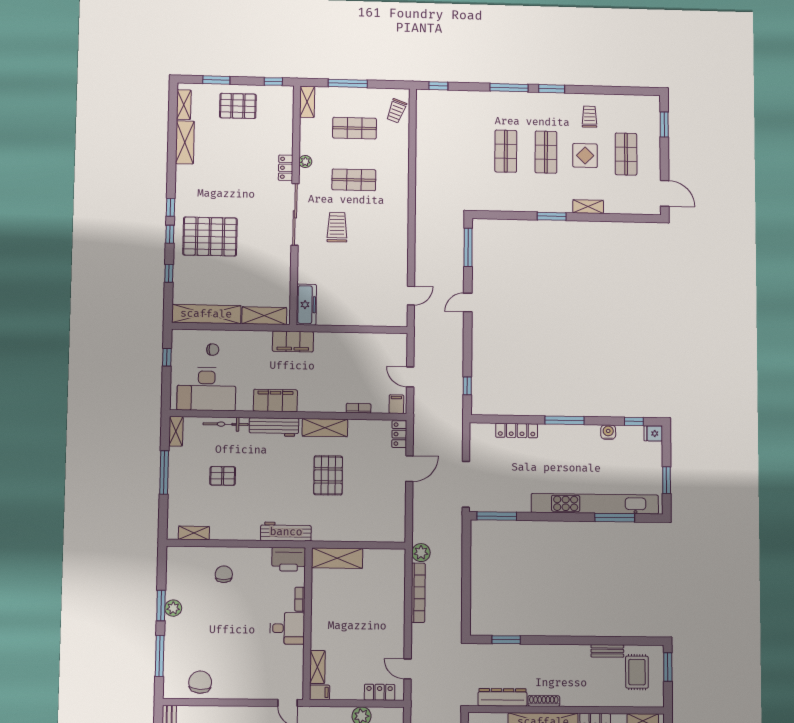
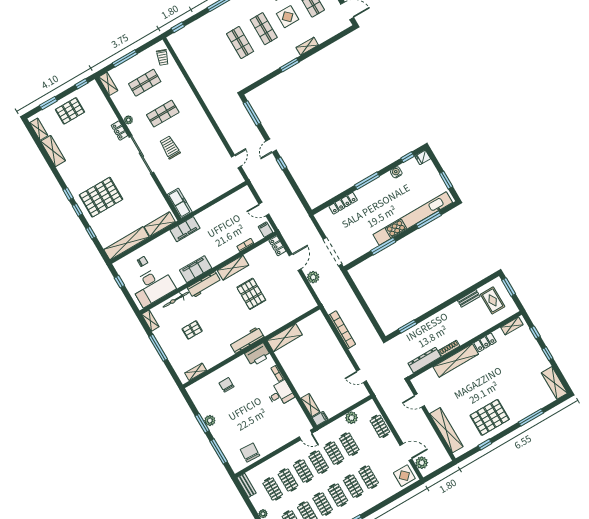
window: (467, 386) -> (281, 163), moved
window: (497, 516) -> (383, 246), moved
plant: (421, 553) -> (313, 277), moved
locker: (380, 692) -> (354, 398), removed

